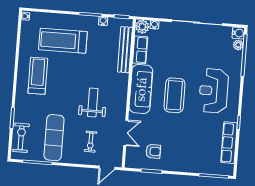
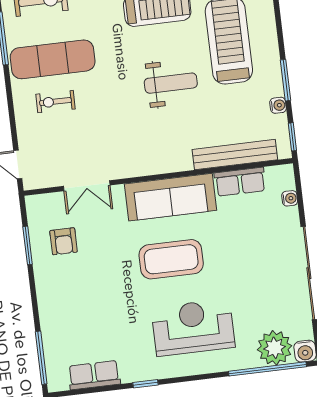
plant: (142, 27) -> (282, 177), removed
plant: (238, 45) -> (275, 348), width x1.87, depth x1.87
weight bench: (93, 102) -> (171, 83), moved
exercise bike: (91, 142) -> (55, 102), moved
row of seats: (229, 143) -> (94, 375), width x0.68

